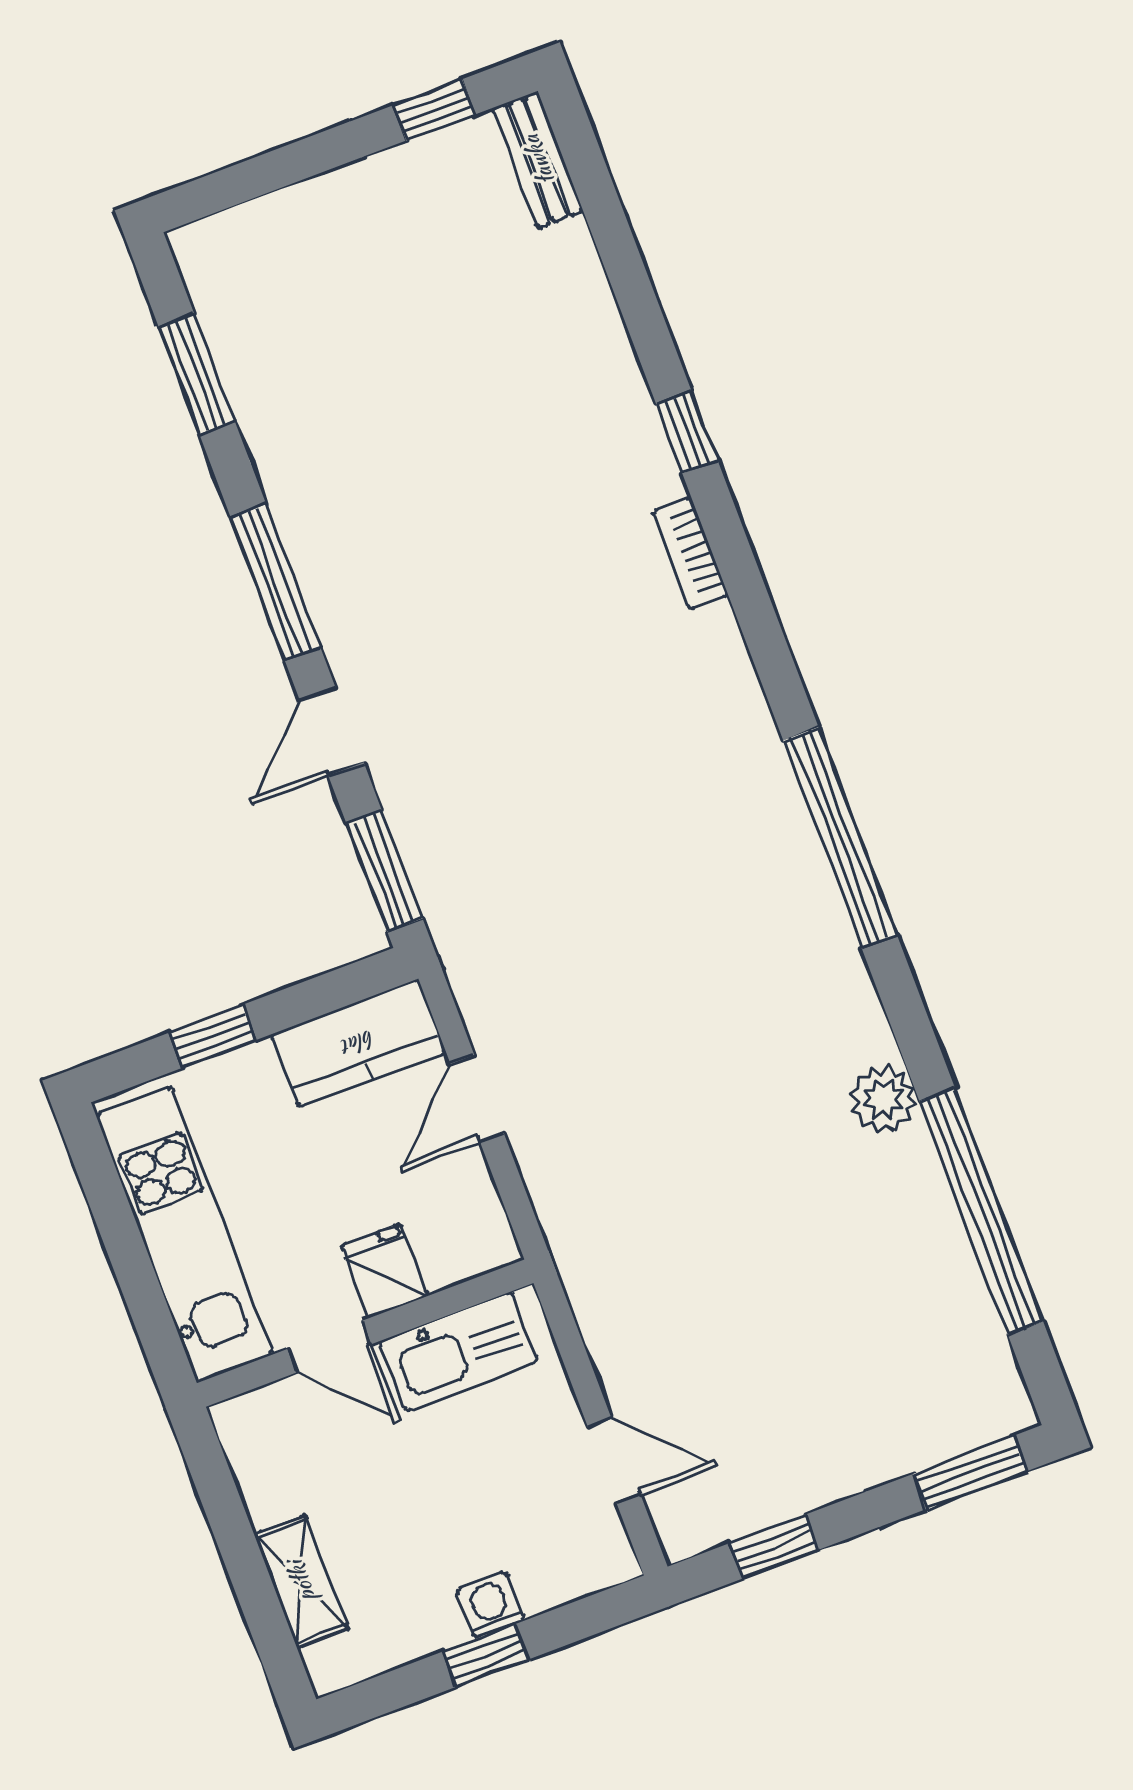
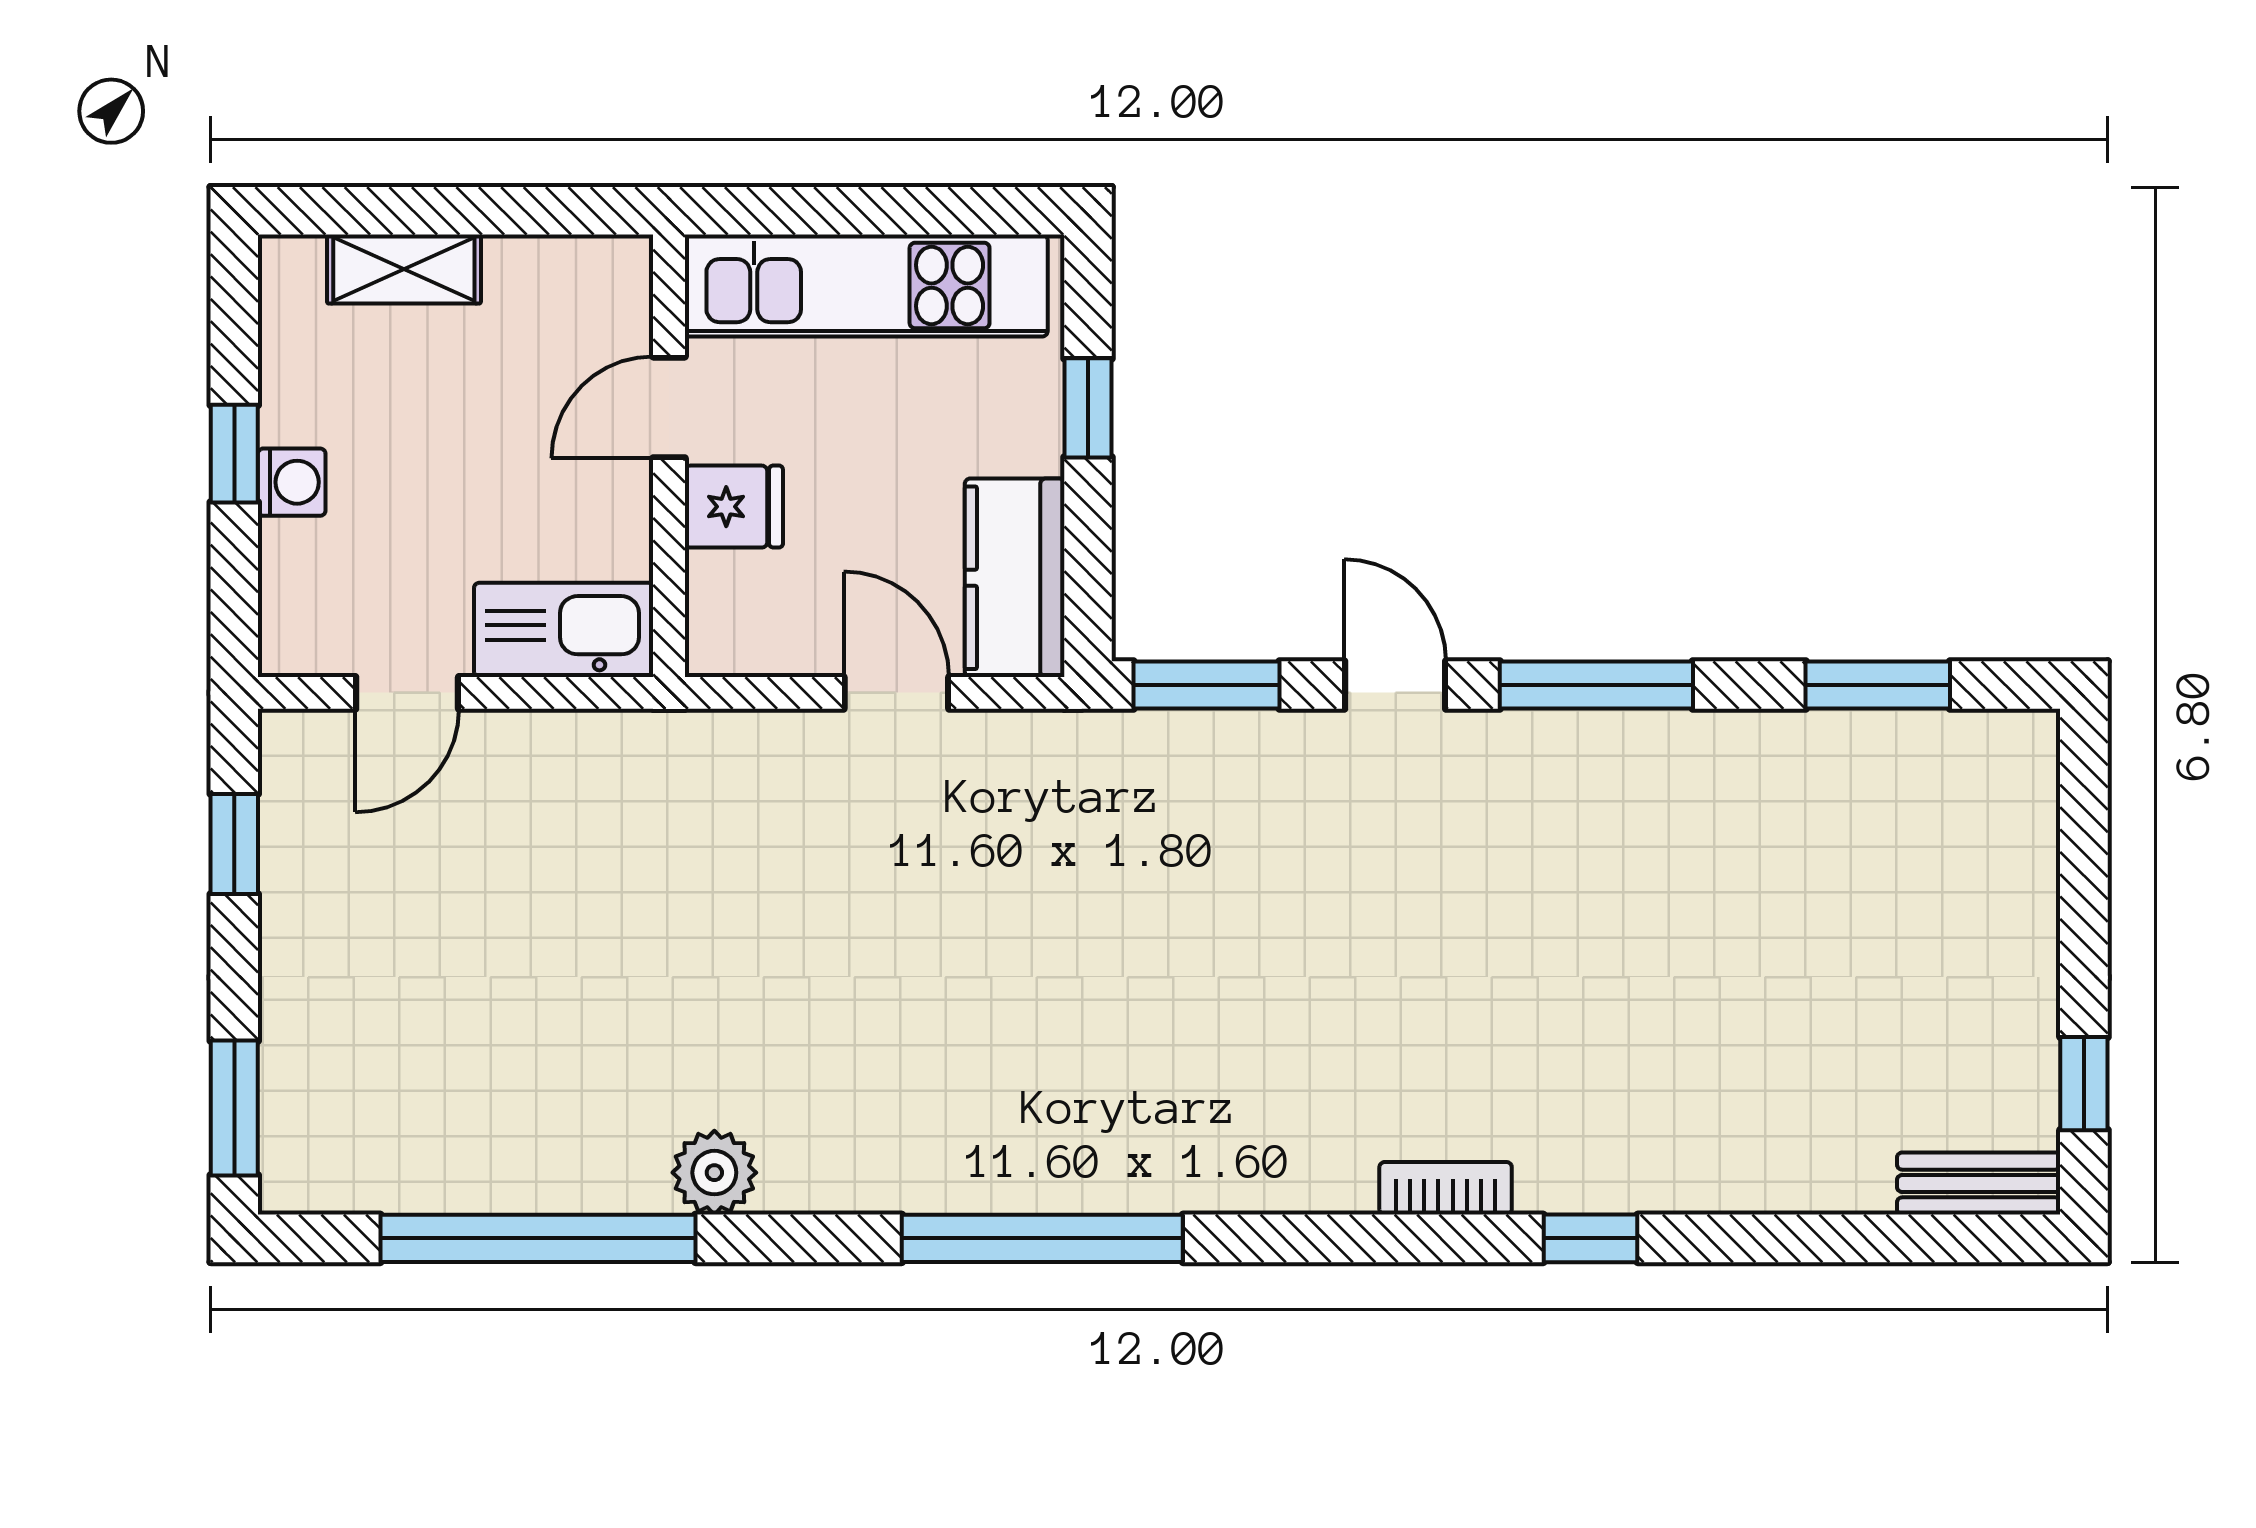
kitchen sink: (459, 1351) -> (564, 630), moved, turned 90

